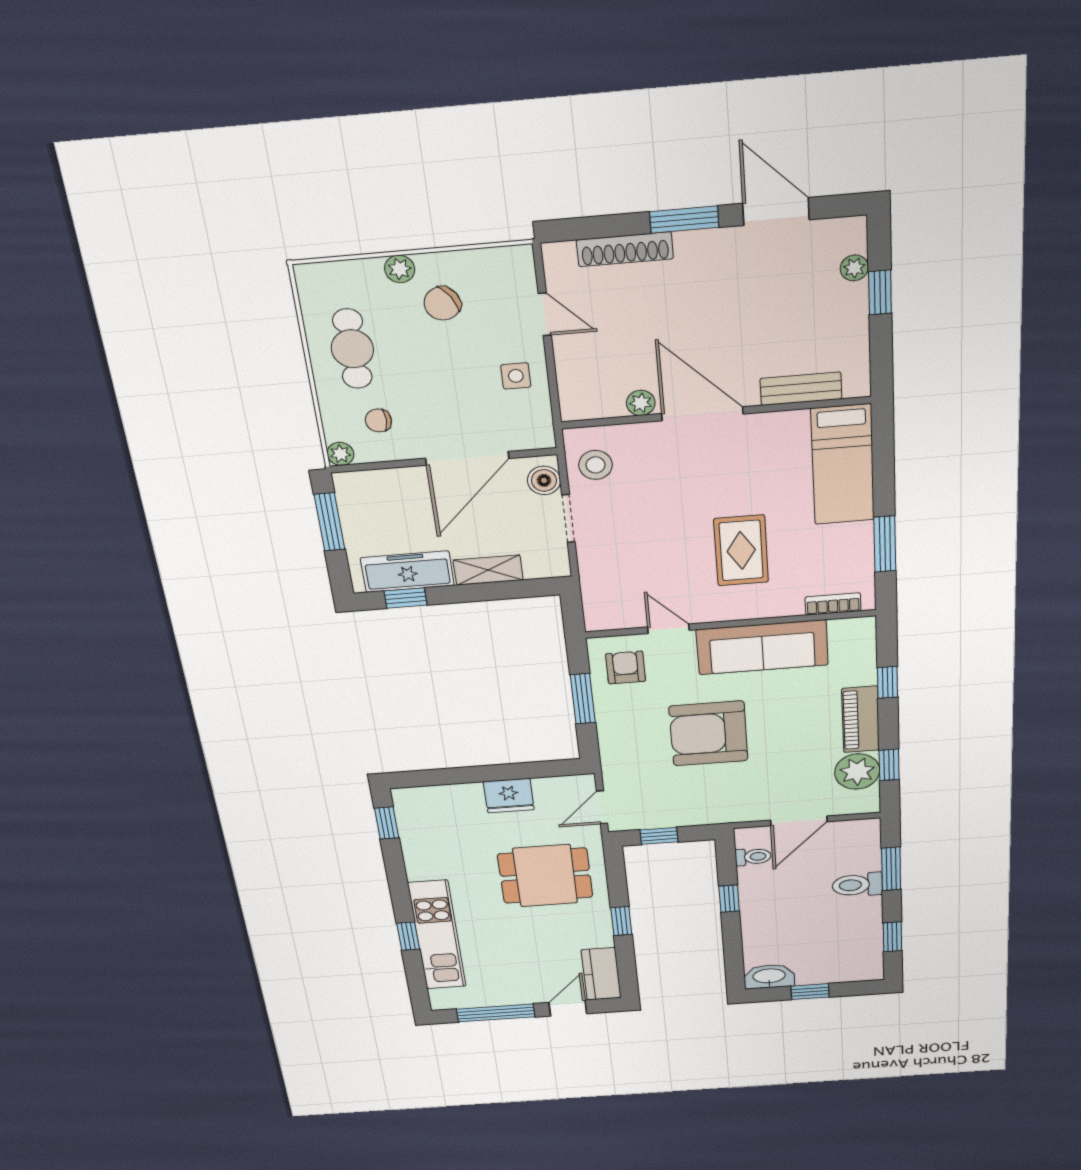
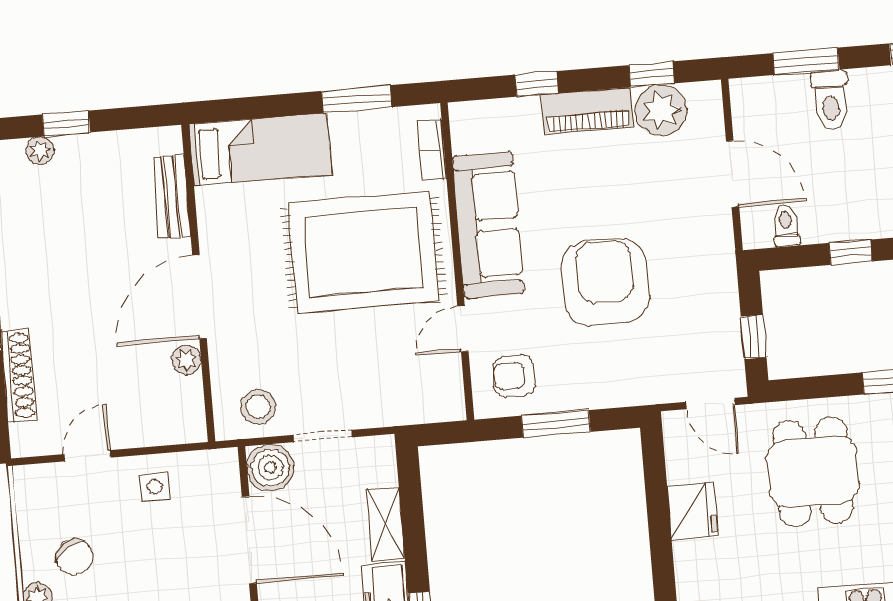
boiler: (544, 480) -> (270, 468), width x1.36, depth x1.36
rug: (741, 551) -> (364, 252), width x1.86, depth x2.06
armchair: (708, 733) -> (605, 282), turned 180

